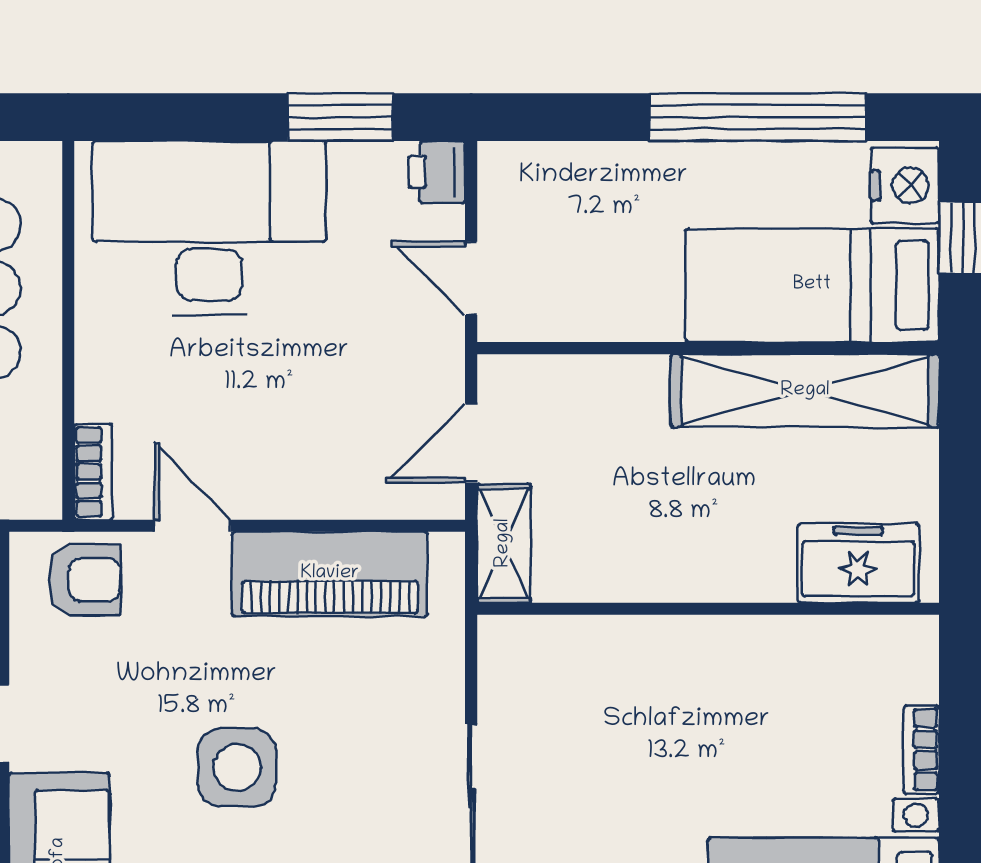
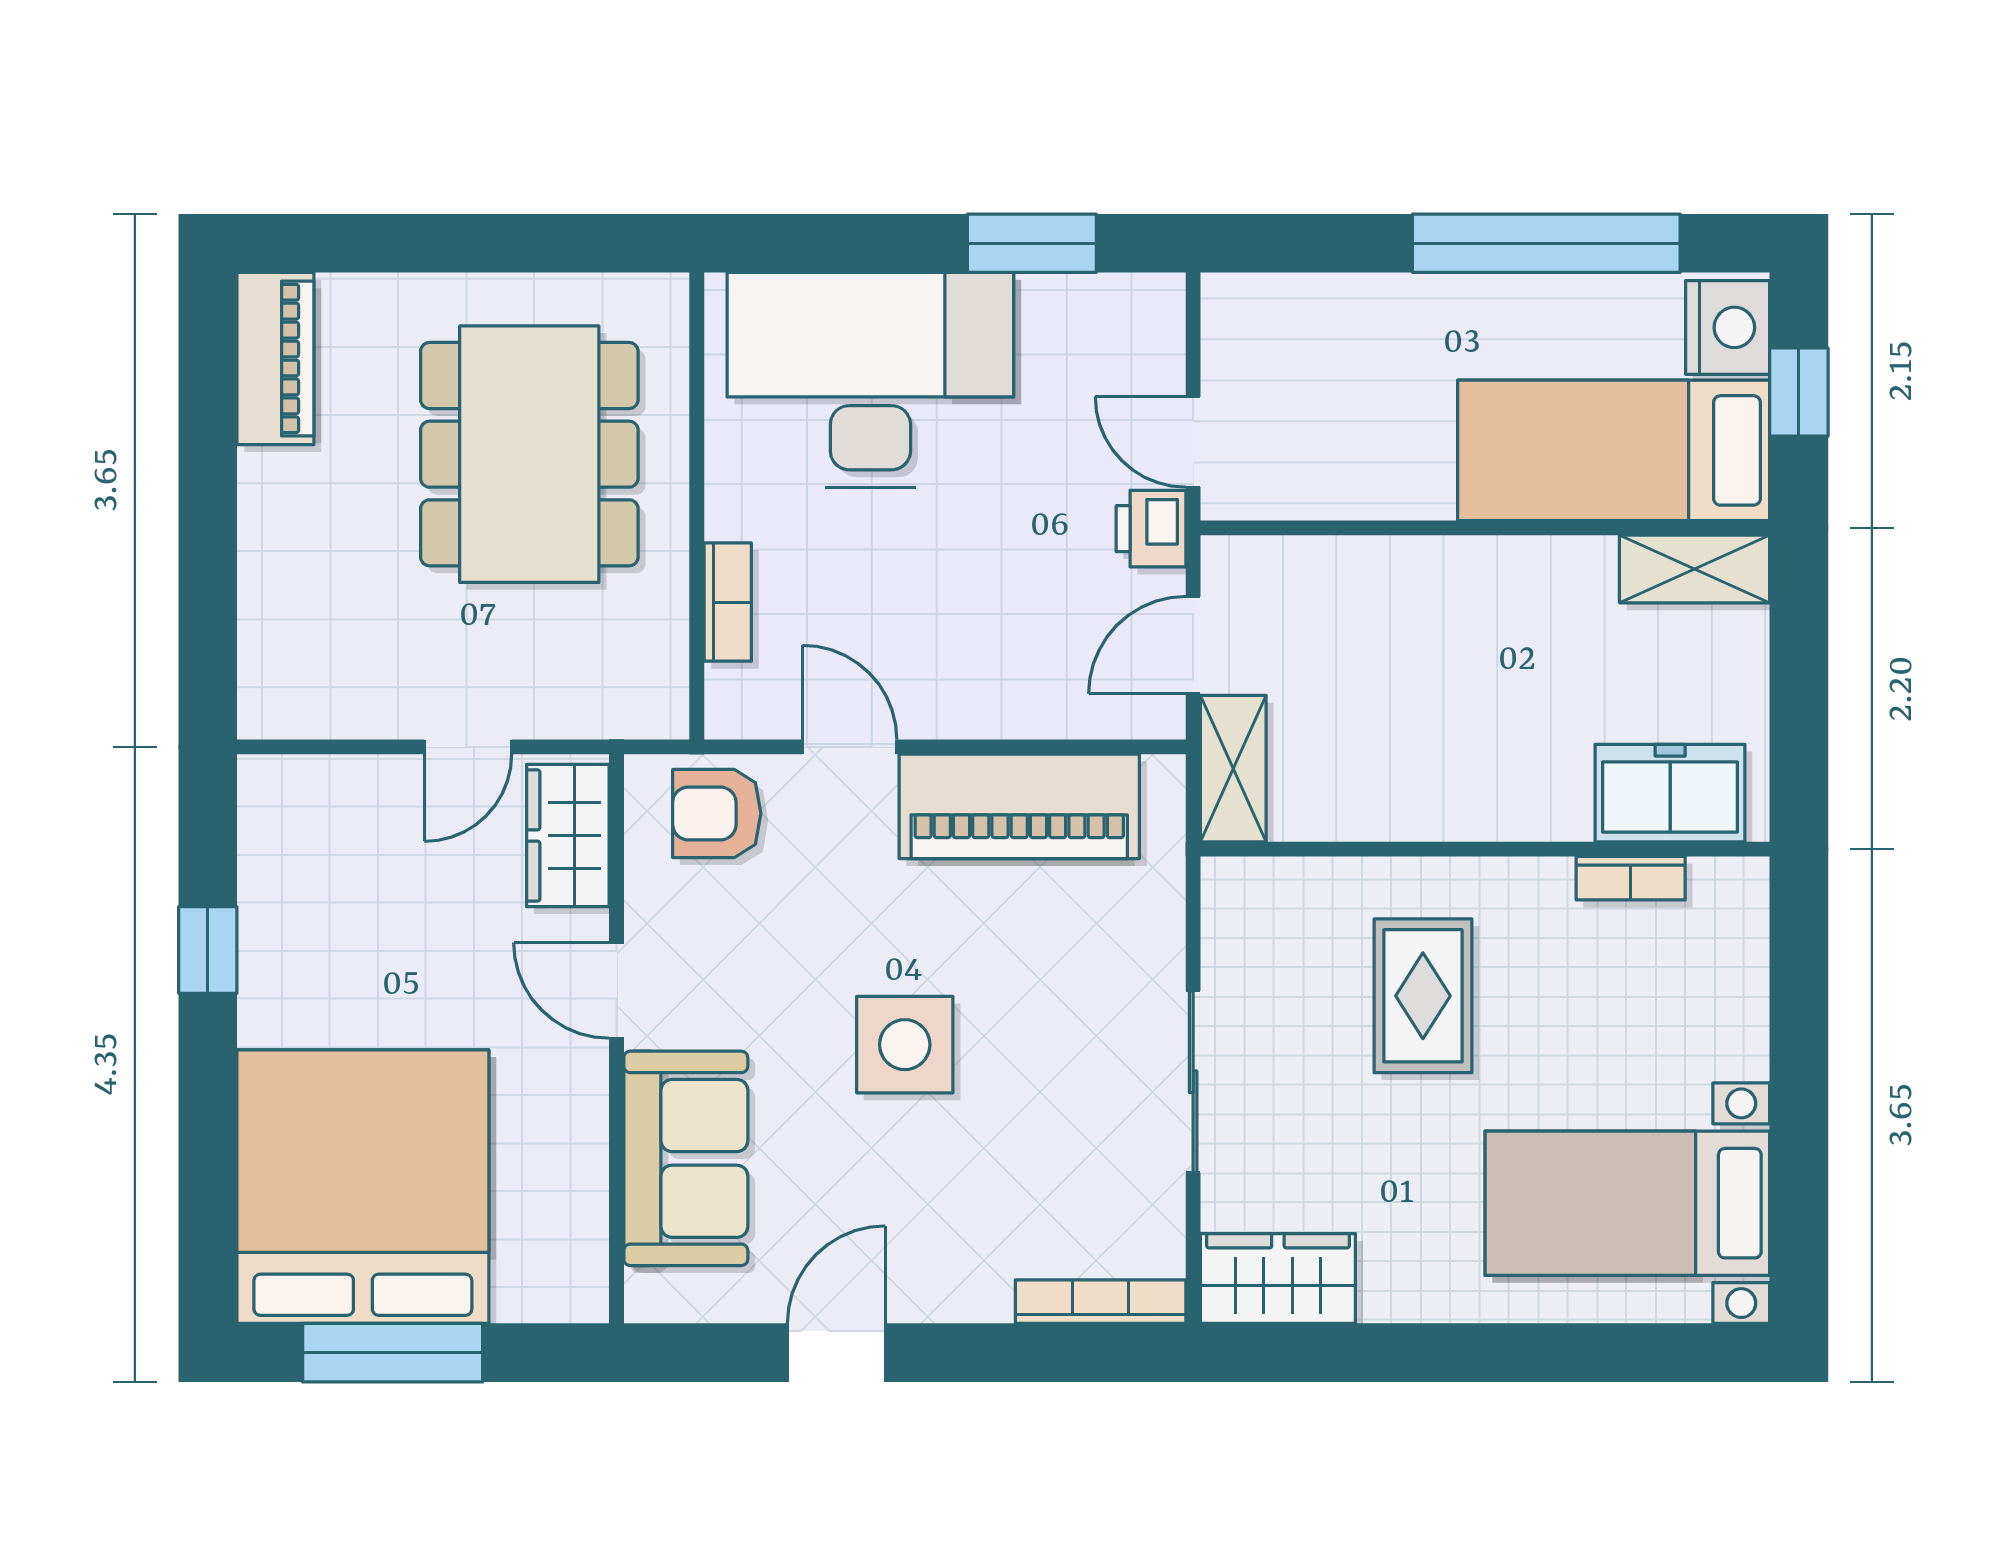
printer: (437, 172) -> (1151, 529), moved
shelving: (805, 391) -> (1695, 569), width x0.45, depth x0.75
bookcase: (93, 472) -> (728, 602), moved
armchair: (84, 580) -> (717, 813), turned 180
rug: (658, 728) -> (1423, 996), added
bookcase: (921, 750) -> (1631, 878), moved, turned -90

